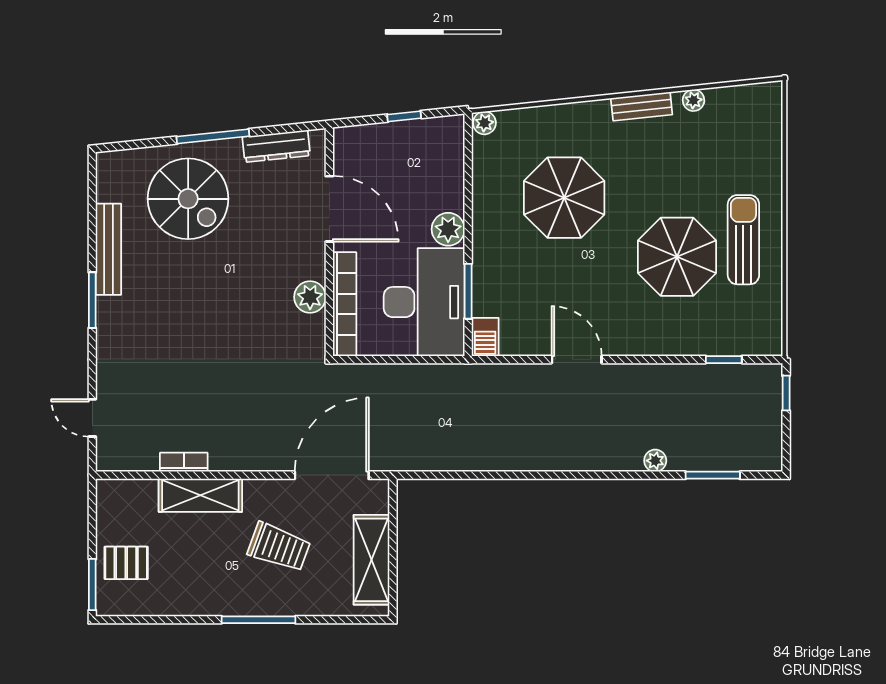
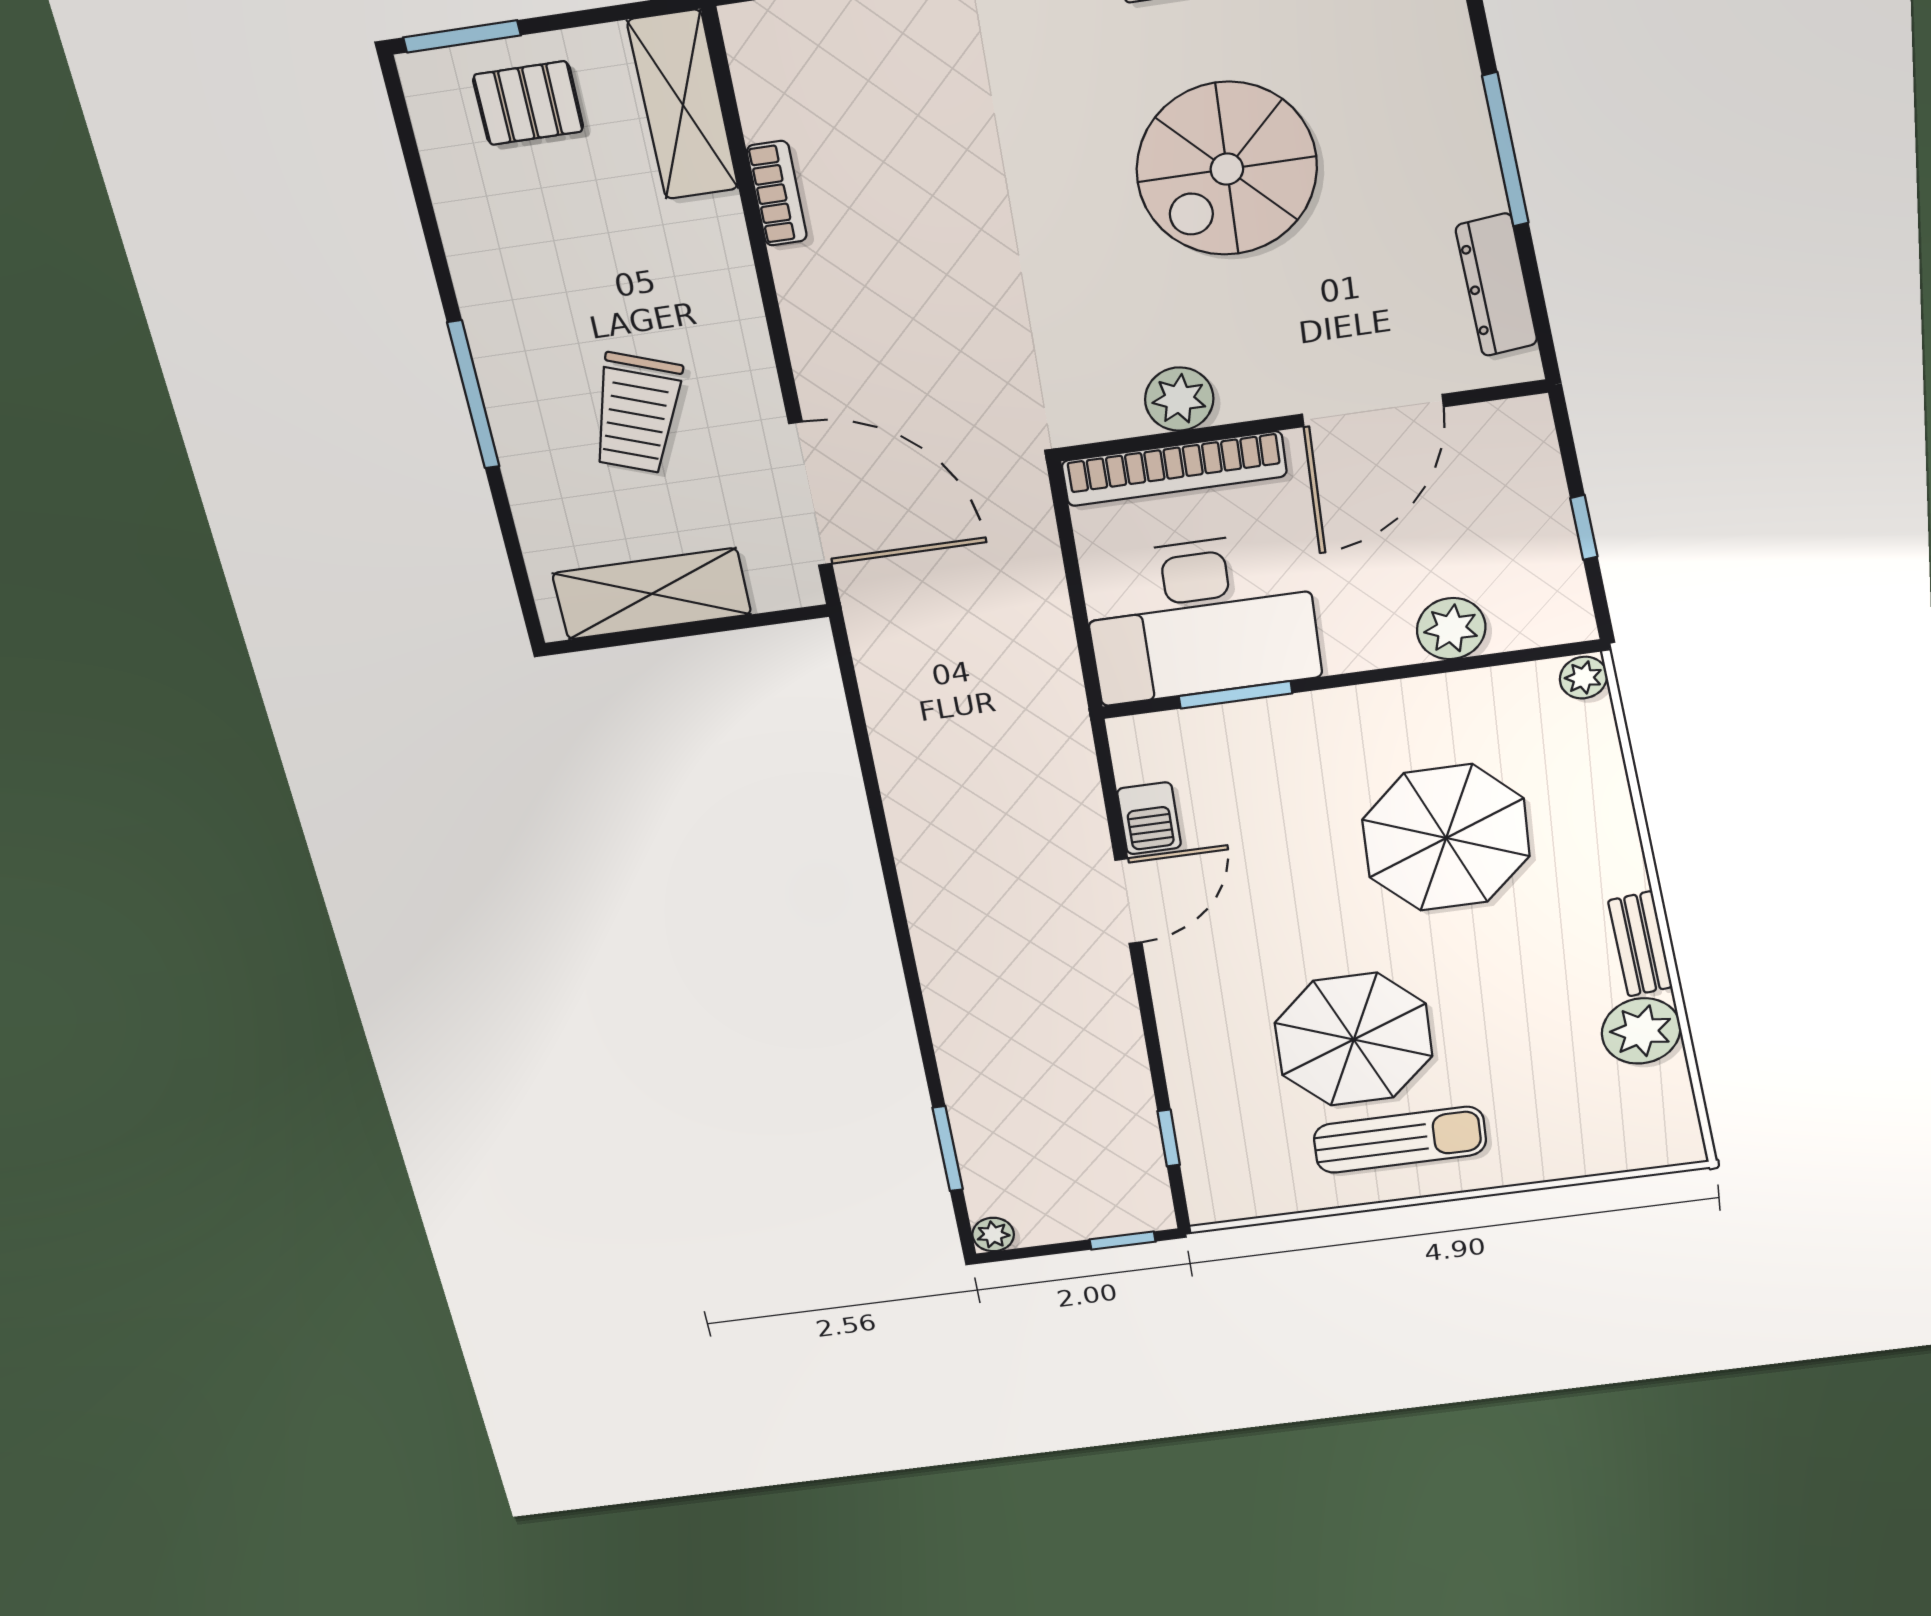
plant: (694, 100) -> (1641, 1031), width x1.87, depth x1.87
spiral stairs: (188, 199) -> (1227, 169), moved
plant: (448, 229) -> (1451, 629), moved
barbecue: (485, 337) -> (1149, 818), moved, turned -90
plant: (655, 461) -> (993, 1235), moved
shelving: (200, 495) -> (683, 105), moved
pallet: (126, 563) -> (528, 103), turned 90

